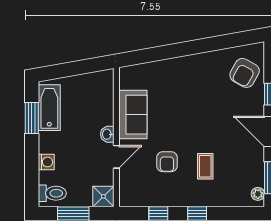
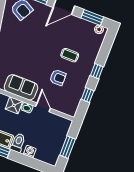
toilet: (52, 193) -> (18, 143), moved
shower: (103, 196) -> (14, 105), moved

